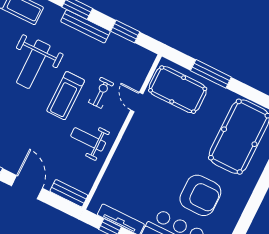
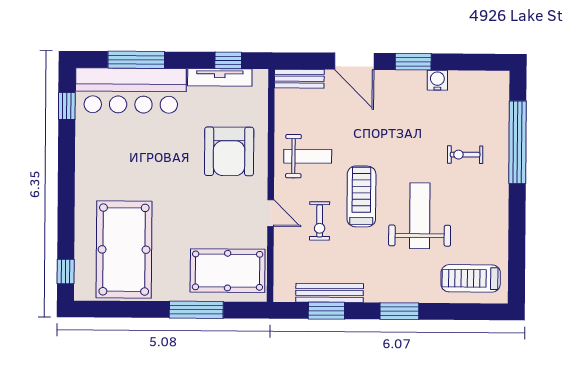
bench: (86, 26) -> (330, 293), moved
door: (137, 102) -> (271, 213), moved
armchair: (200, 195) -> (229, 151), moved, turned -90

